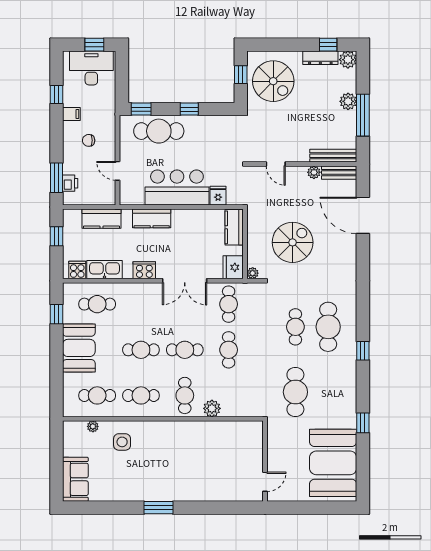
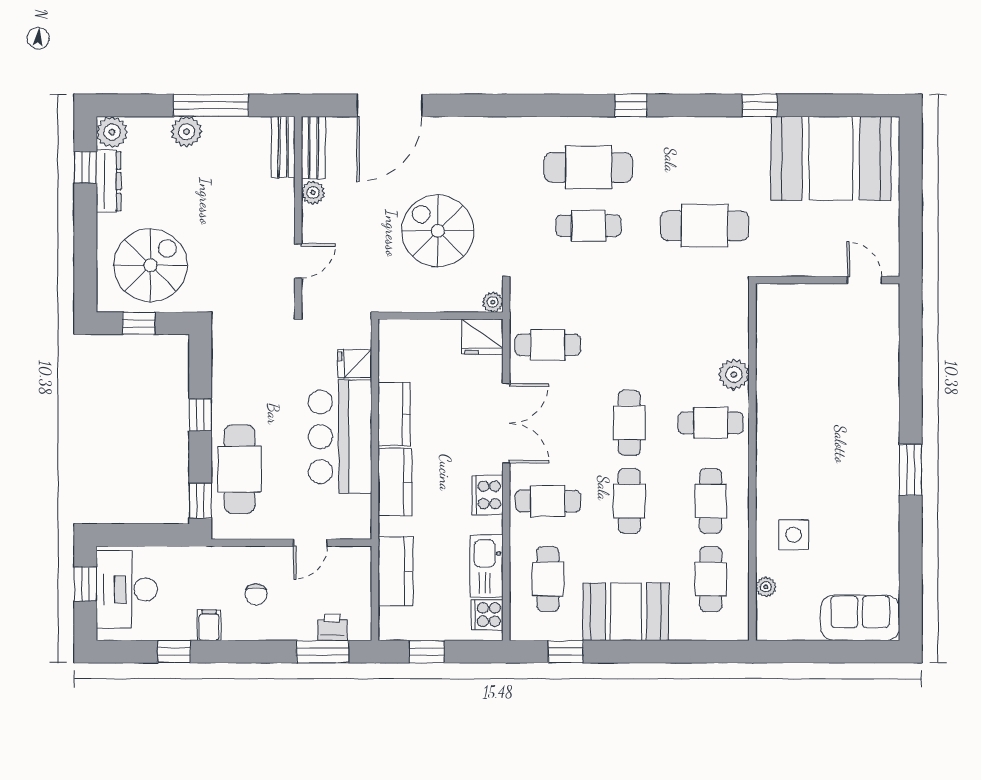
bench: (333, 156) -> (283, 147), width x0.73
kitchen counter: (234, 227) -> (394, 414), moved, turned -90
cafe table: (229, 350) -> (548, 501), moved

